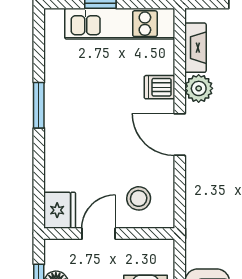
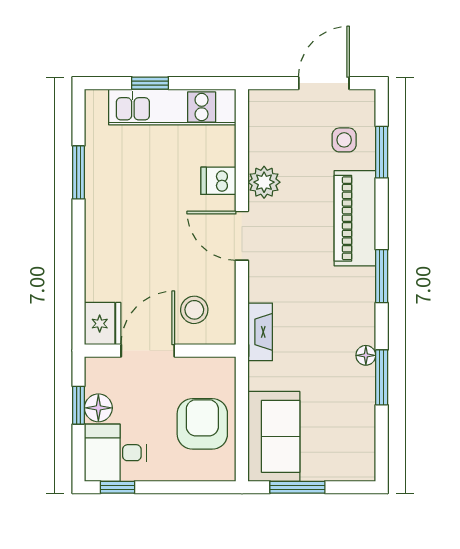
fireplace: (195, 48) -> (260, 332), moved
window: (39, 105) -> (79, 172), moved
door: (99, 234) -> (148, 351), width x1.38

